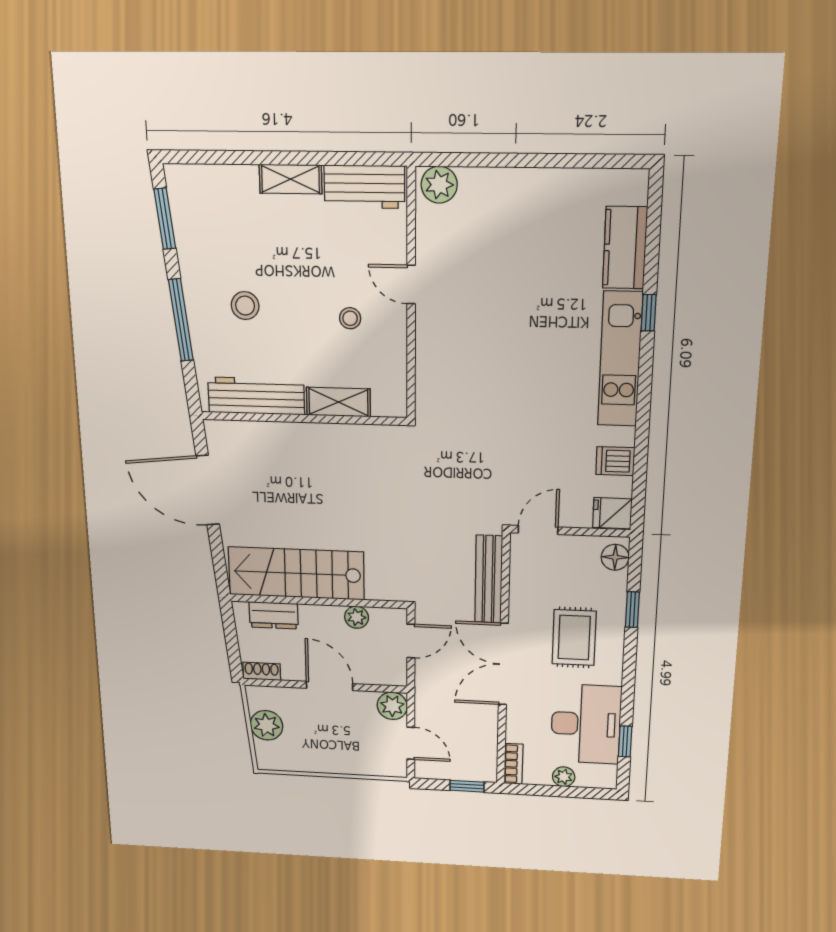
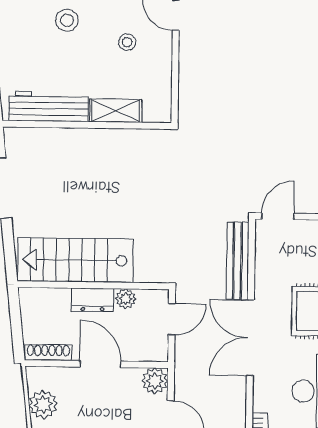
stool: (245, 306) -> (67, 20), moved
dresser: (274, 615) -> (93, 300), moved
shoe rack: (262, 671) -> (48, 352), width x1.43

